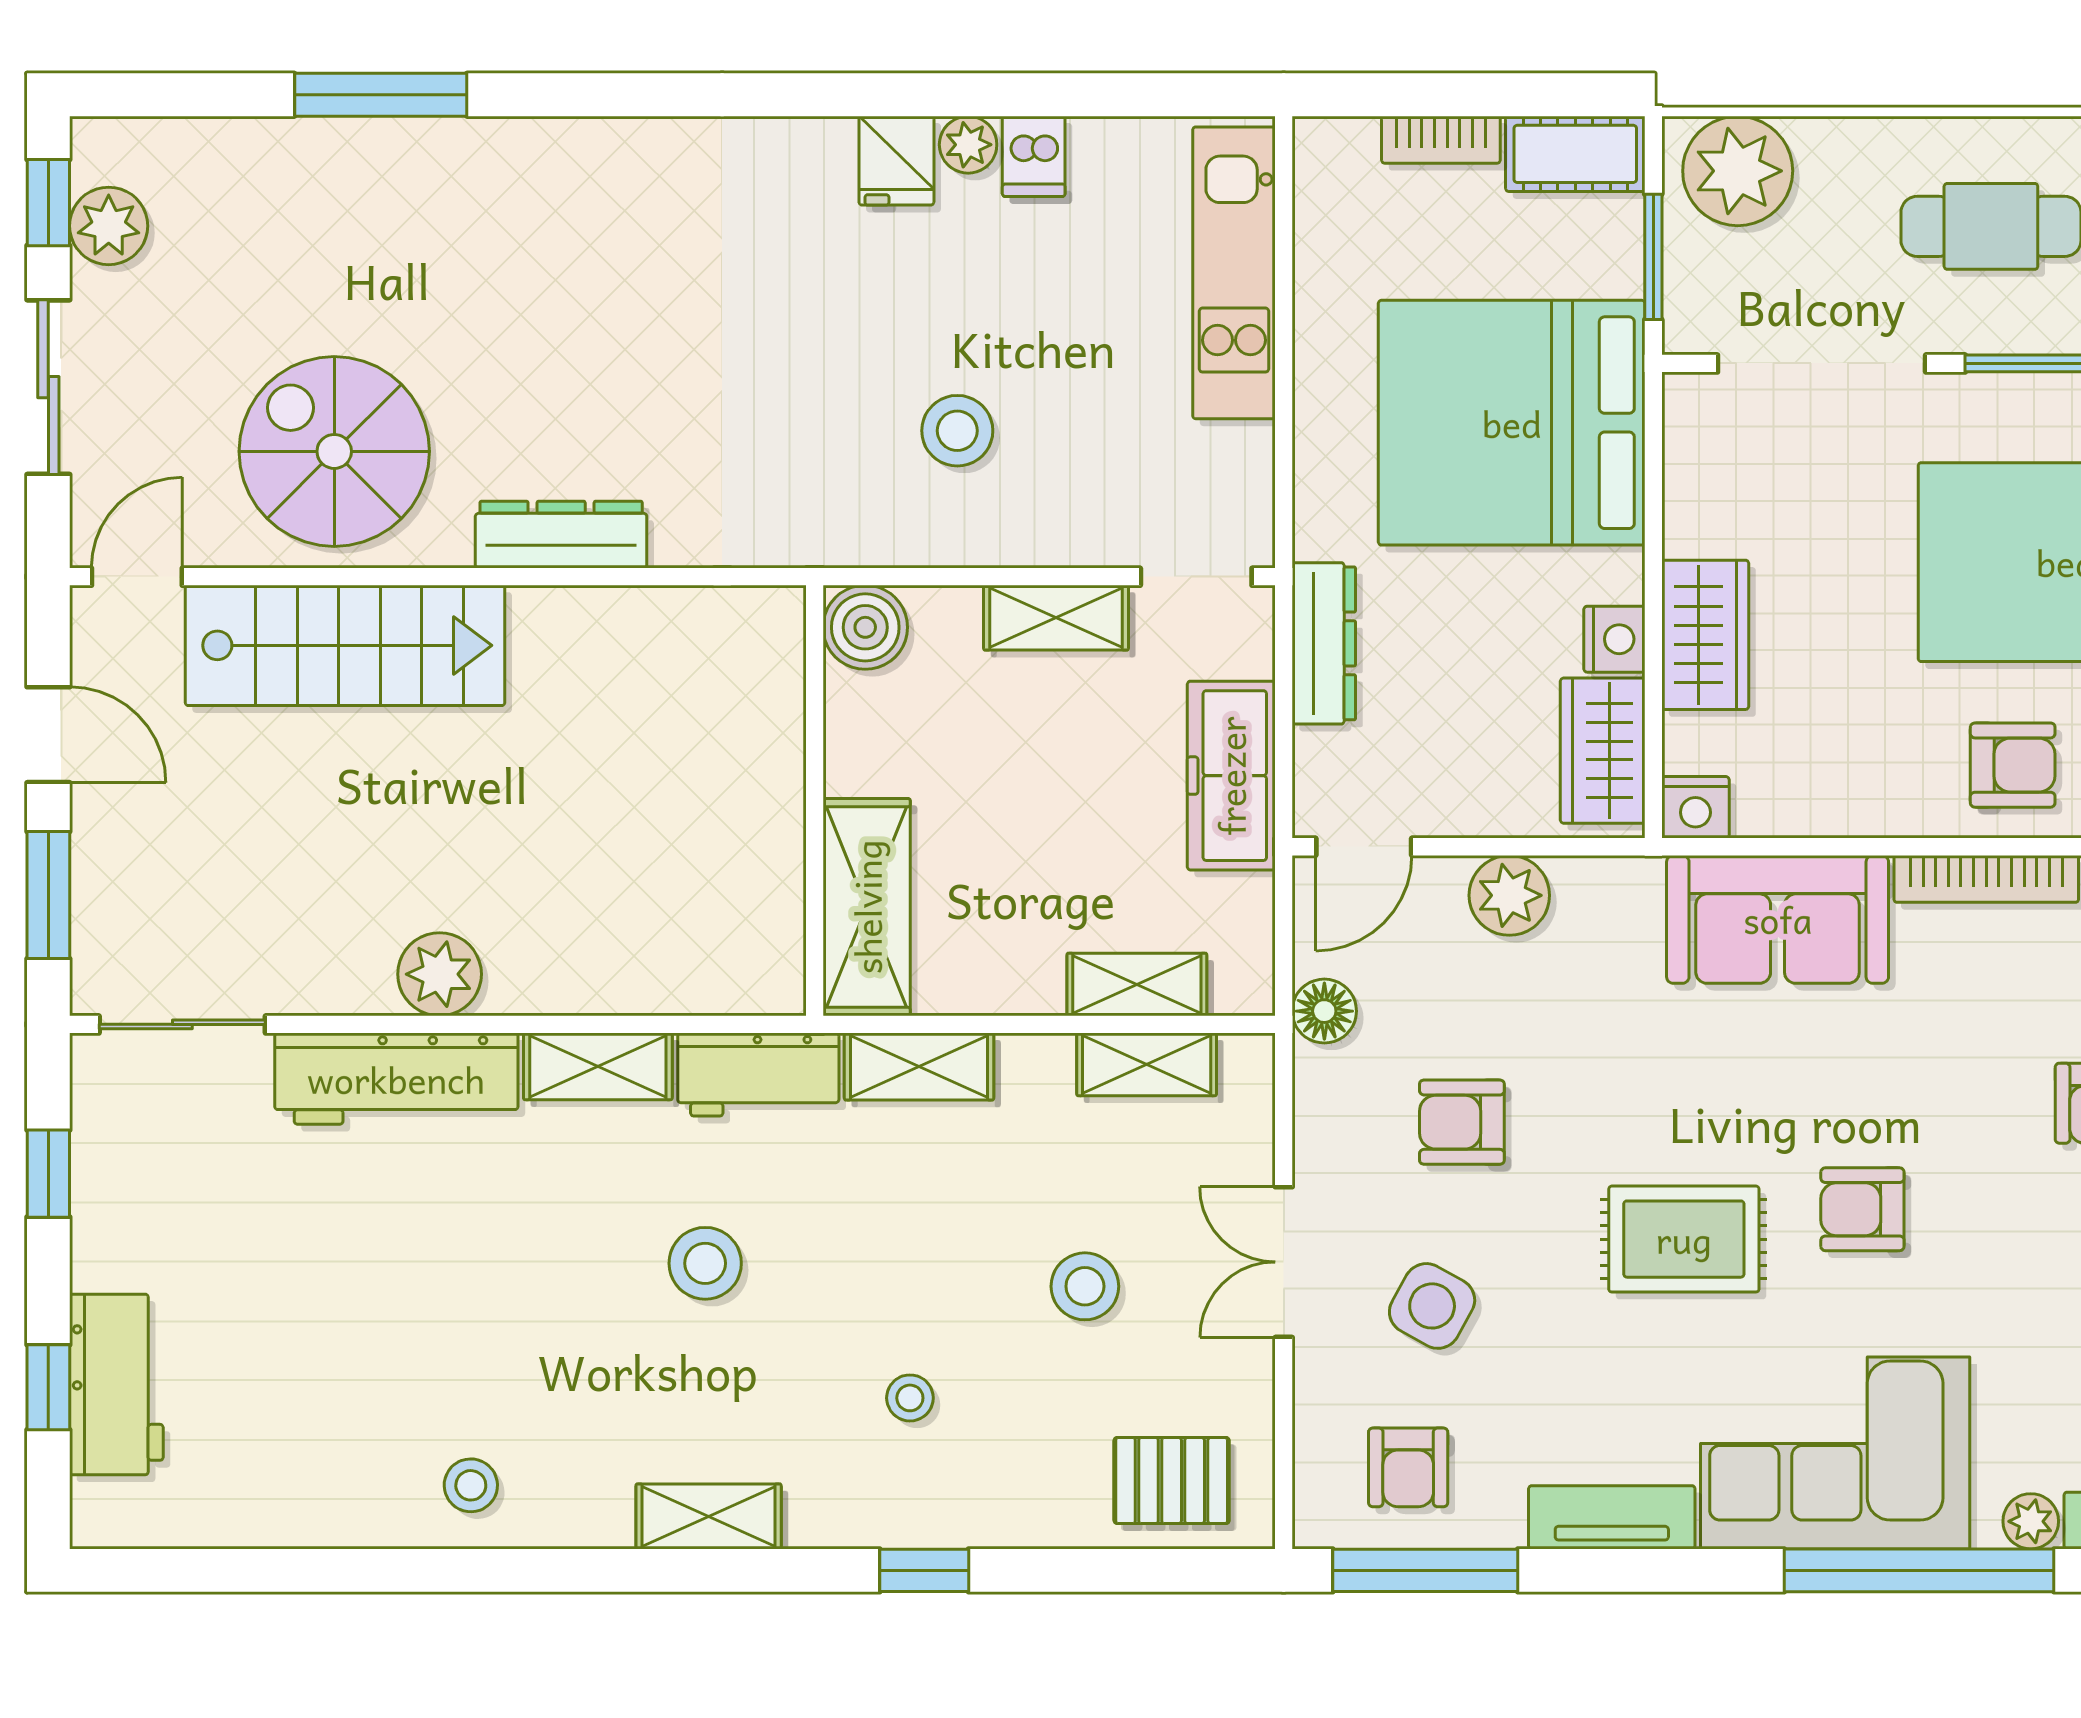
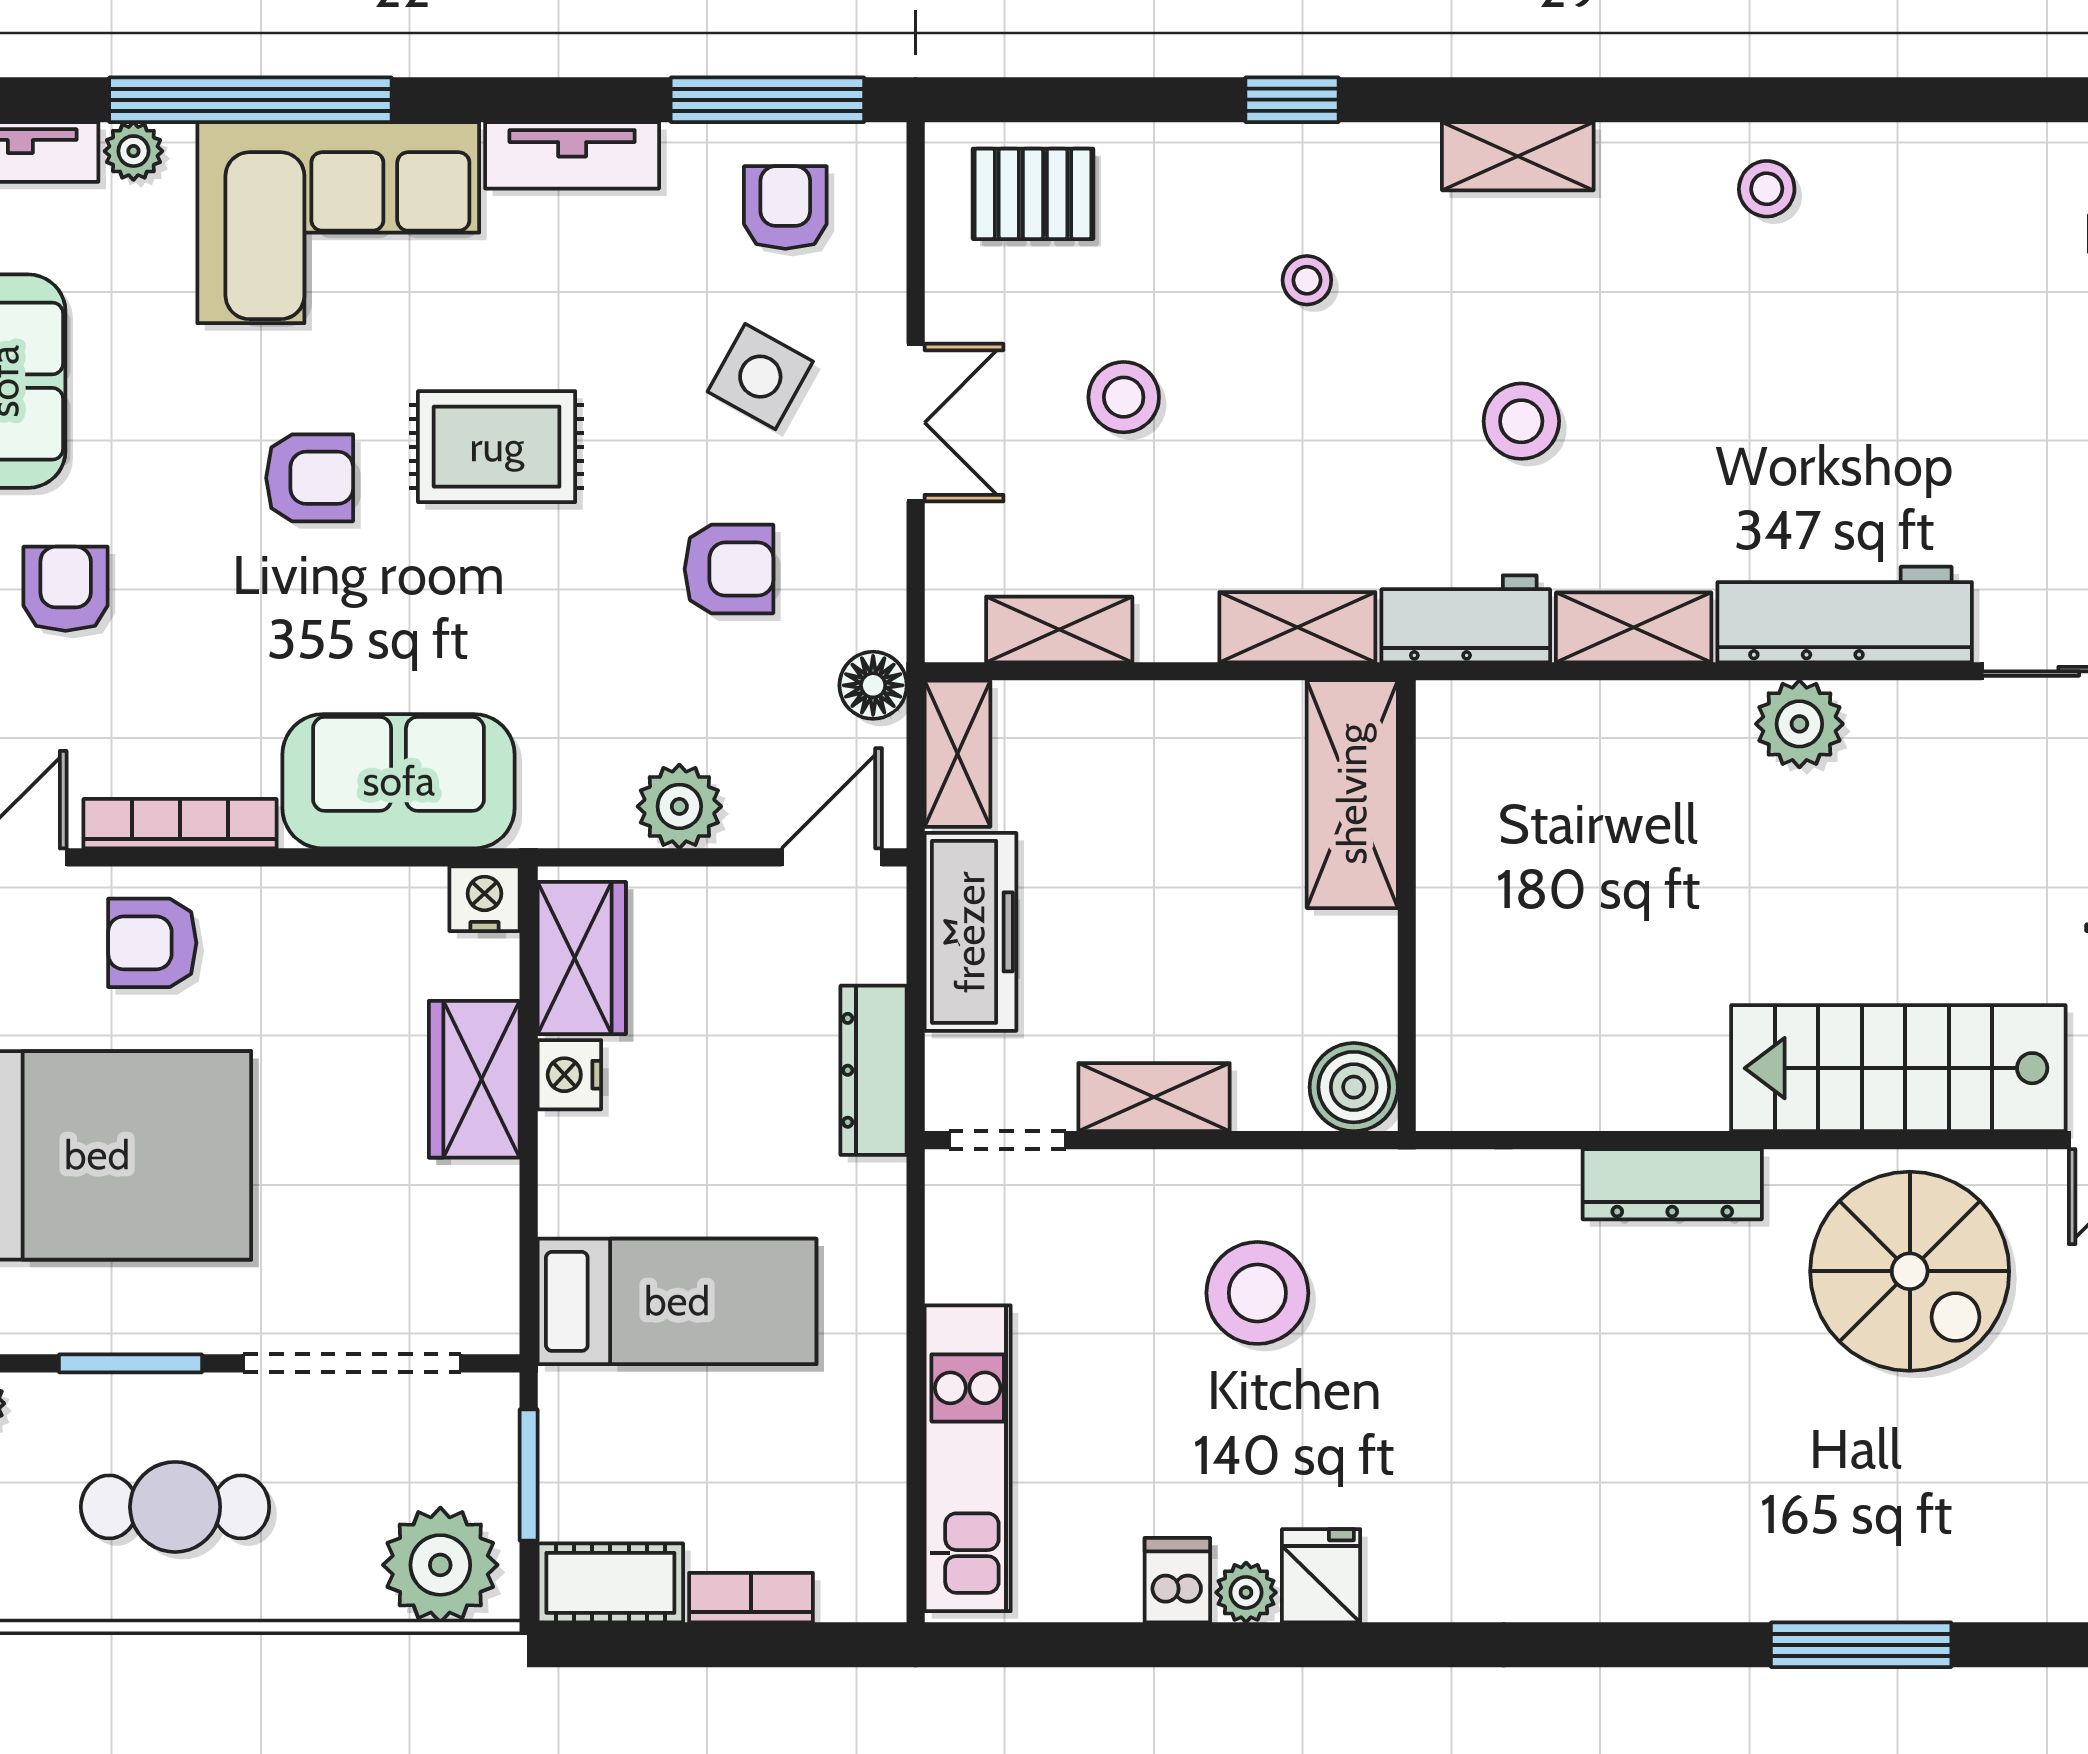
bed: (1512, 423) -> (677, 1301), width x0.49
stool: (957, 431) -> (1257, 1293), width x1.38, depth x1.38
shelving: (1137, 984) -> (957, 754), moved, turned 90

